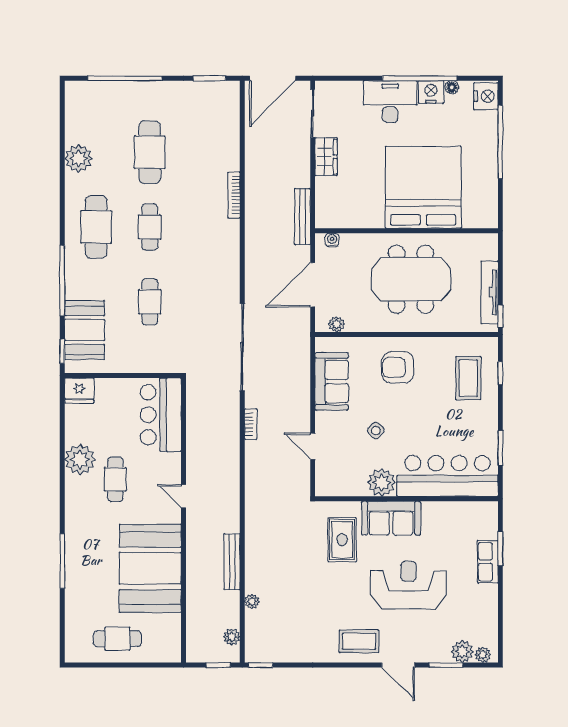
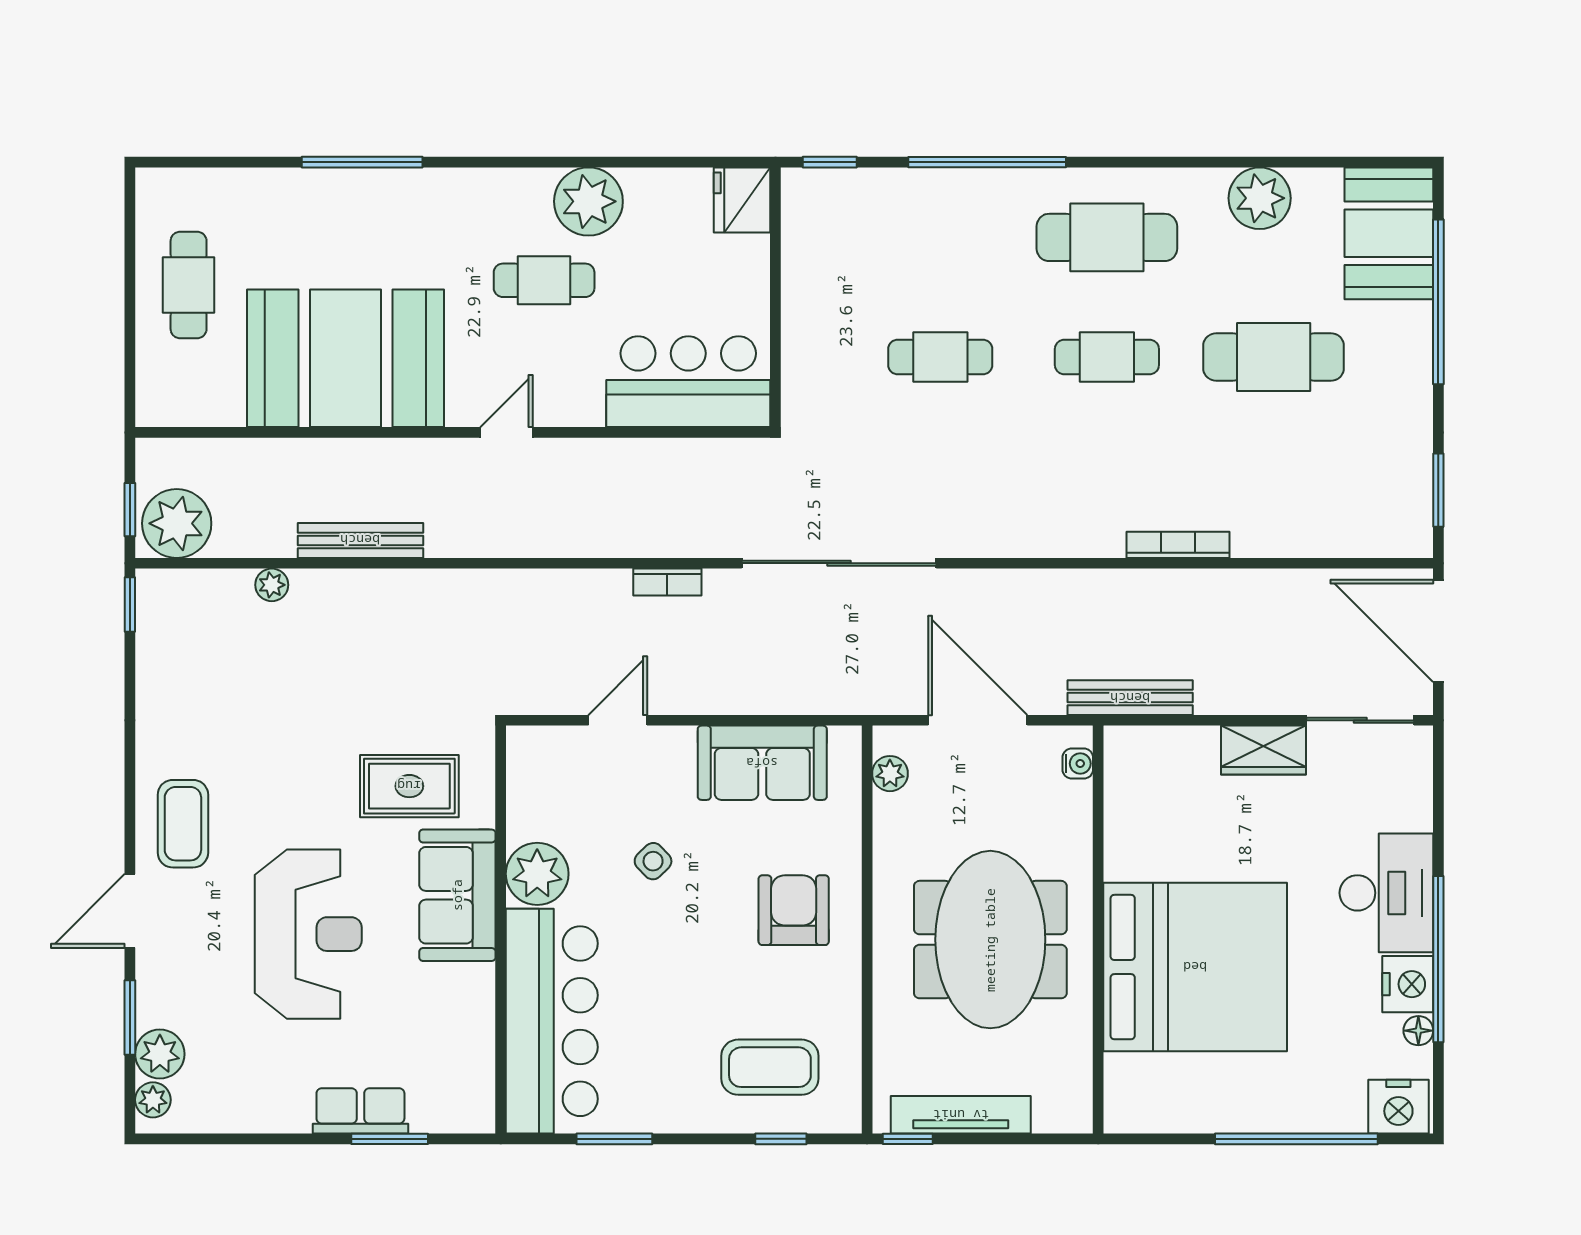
booth: (84, 330) -> (1389, 233), moved, turned 90
plant: (232, 637) -> (177, 523), width x1.87, depth x1.87

